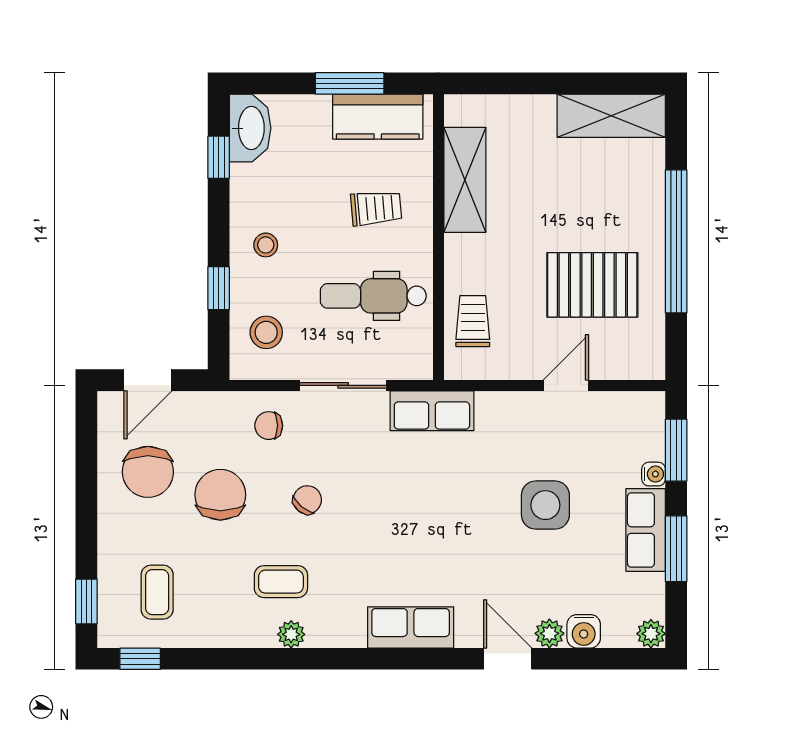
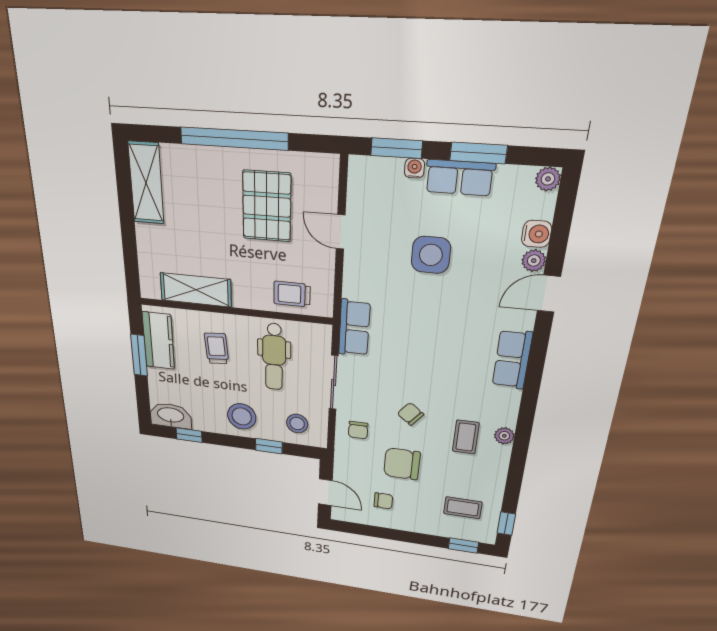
stool: (266, 245) -> (242, 416), width x1.89, depth x1.89
chair: (148, 472) -> (383, 501), width x0.54, depth x0.54

